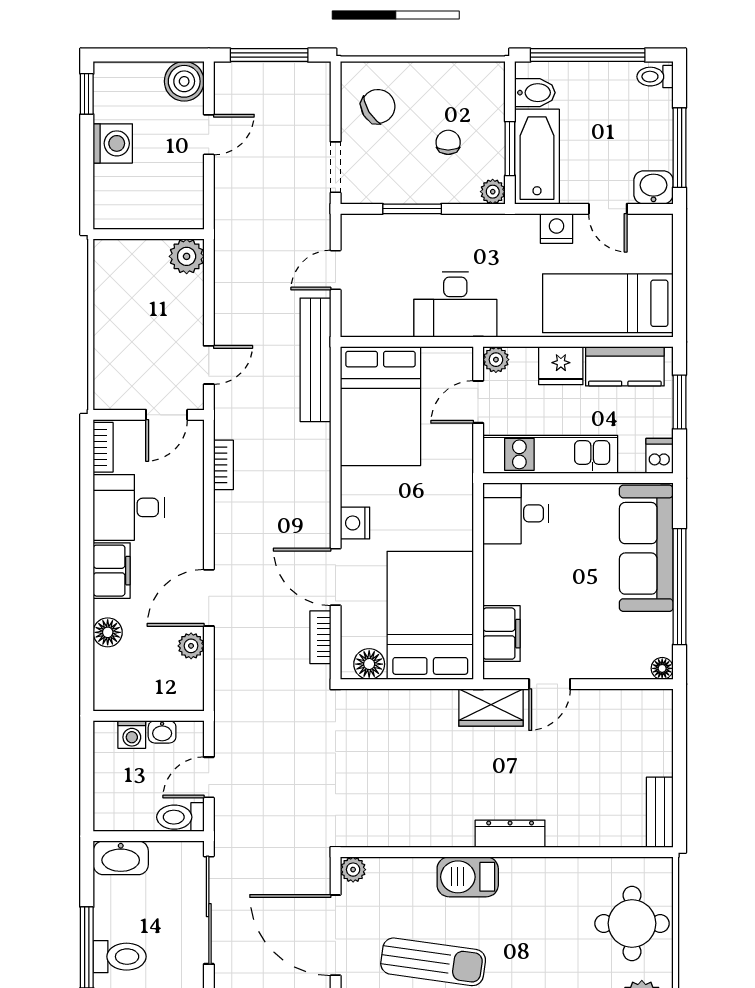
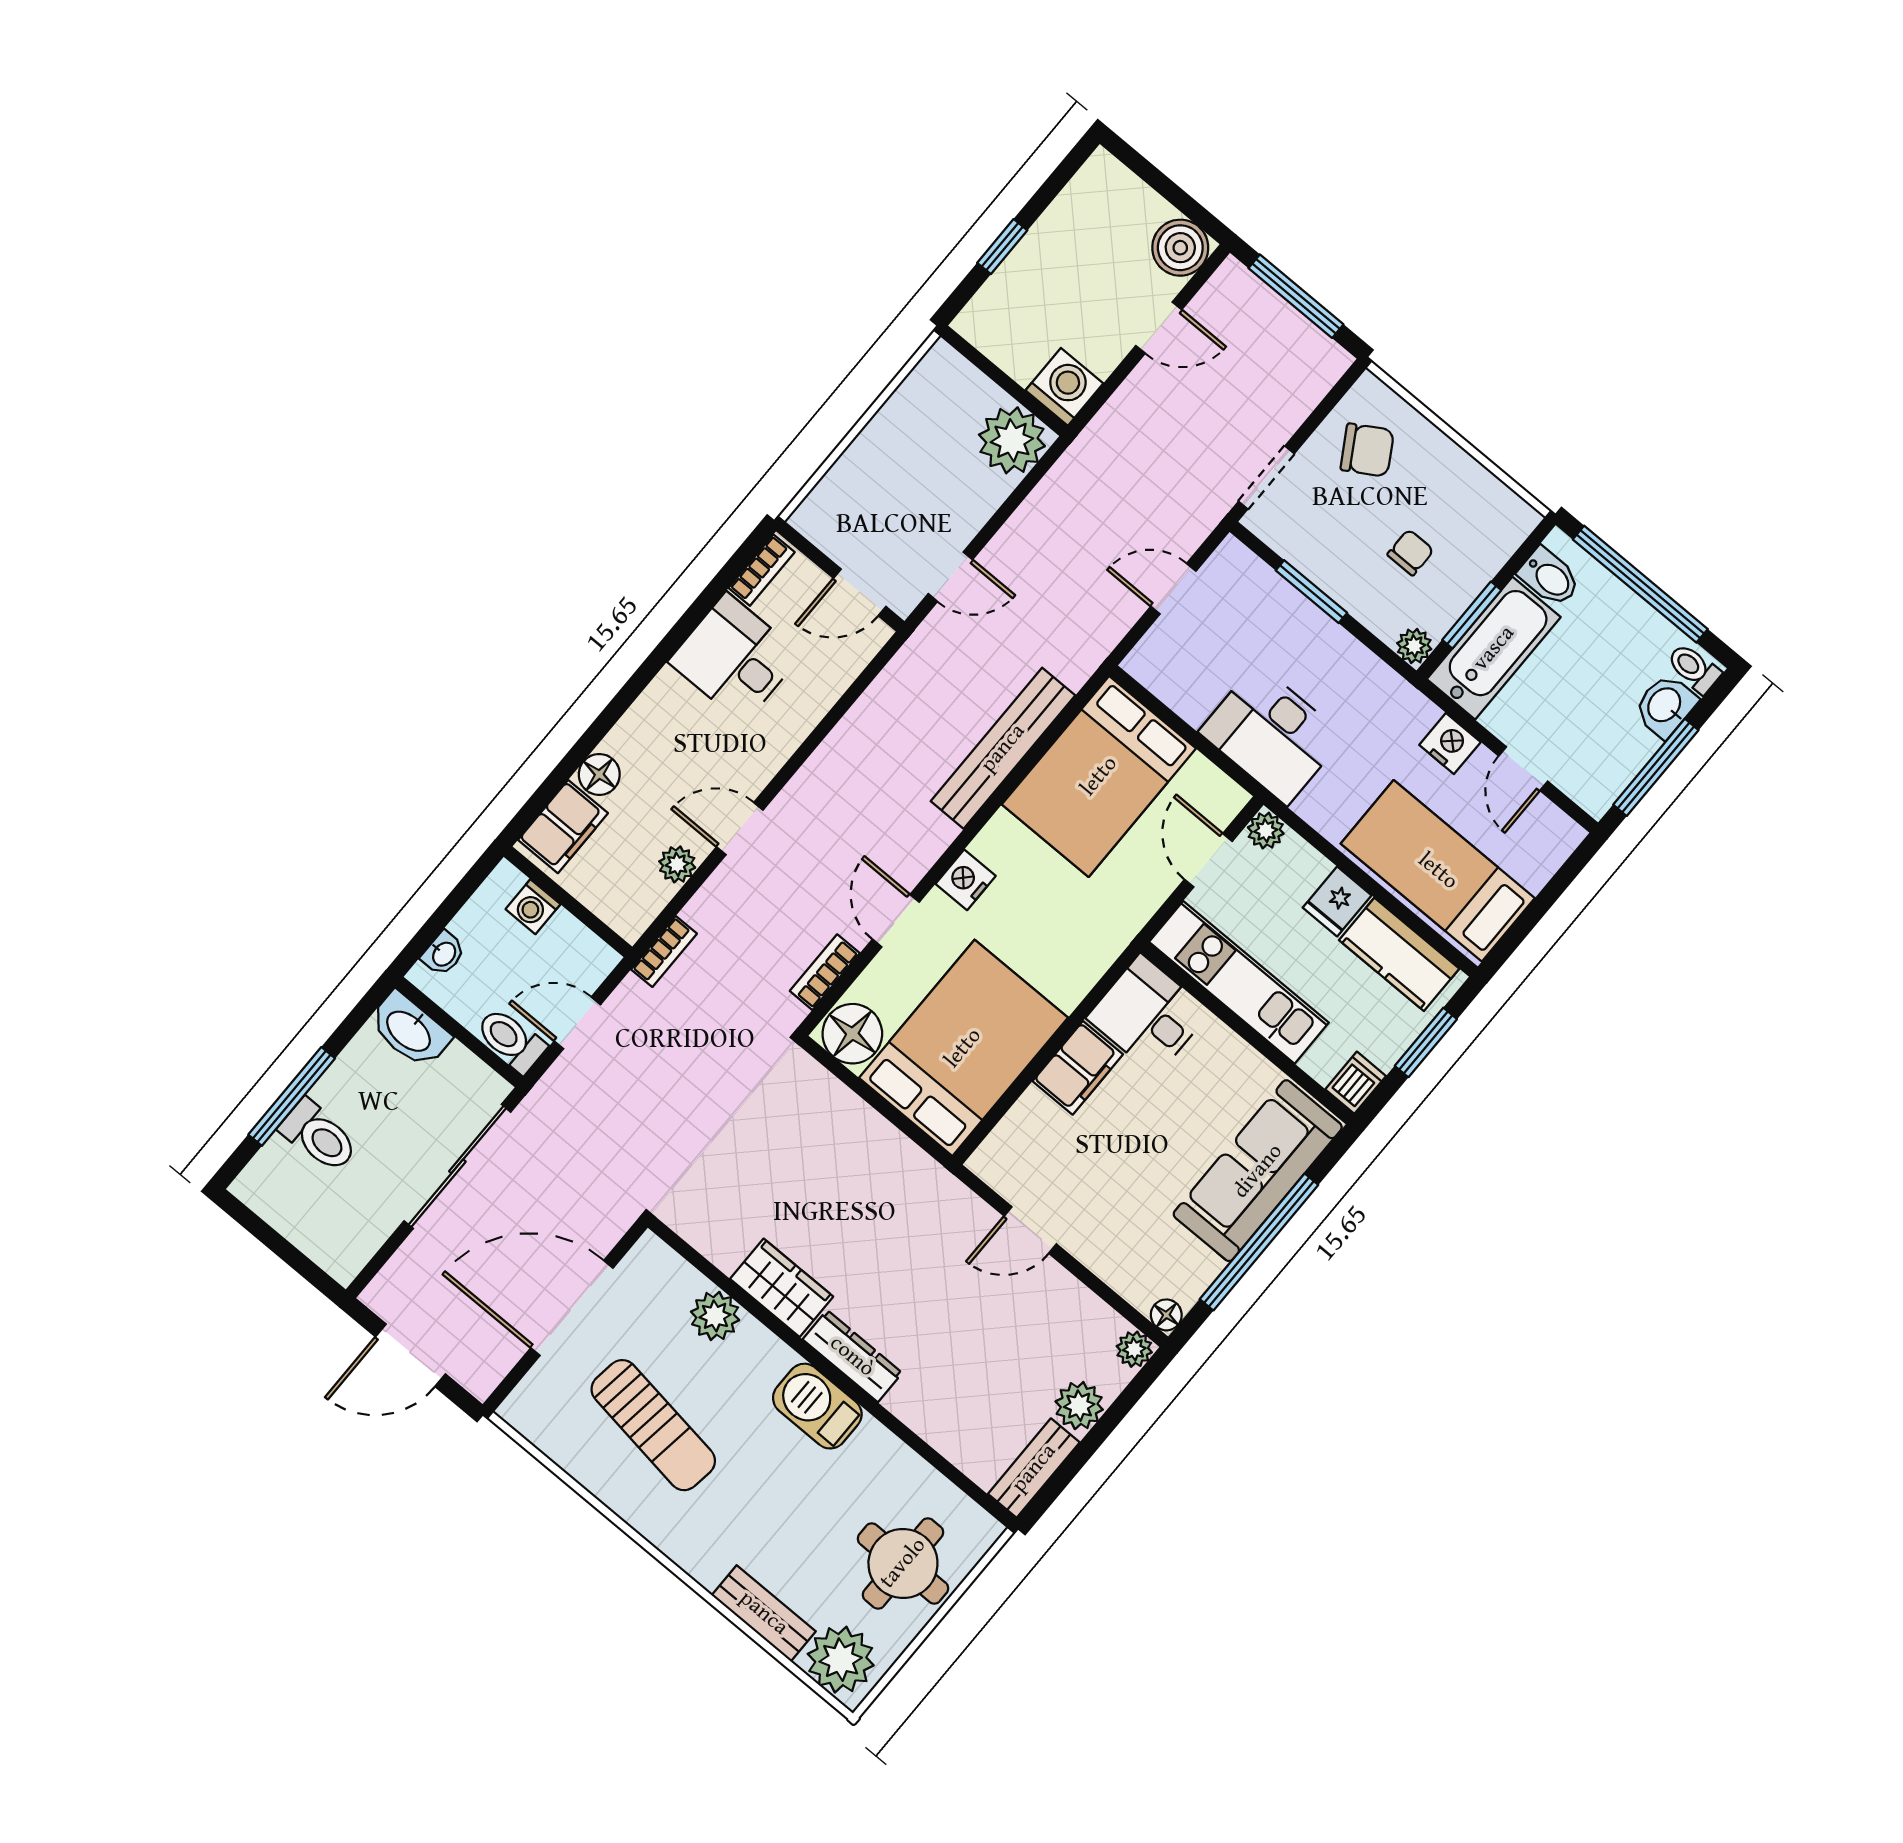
window: (87, 94) -> (1002, 247), moved
washing machine: (113, 143) -> (1064, 387), moved, turned -90
washbasin: (653, 187) -> (1665, 706), moved, turned -90
plant: (187, 256) -> (1012, 440), width x1.36, depth x1.36
bench: (315, 360) -> (1003, 748), moved
fridge: (561, 366) -> (1337, 901), width x0.72
door: (478, 402) -> (1208, 860), hinge flipped
bookcase: (223, 465) -> (664, 951), moved
filing cabinet: (112, 571) -> (563, 827), moved
door: (336, 577) -> (896, 921), width x0.73
door: (209, 598) -> (740, 829), width x0.73
filing cabinet: (502, 634) -> (1078, 1068), moved
floor lamp: (369, 664) -> (852, 1034), width x1.38, depth x1.38
plant: (660, 702) -> (1134, 1349), added
wardrobe: (491, 708) -> (782, 1288), moved, turned 180
washbasin: (162, 732) -> (443, 954), moved, turned -90
plant: (656, 757) -> (1079, 1406), added
plant: (353, 870) -> (715, 1316), moved, width x1.38, depth x1.38
barbecue: (468, 877) -> (817, 1406), moved
door: (336, 935) -> (572, 1308), hinge flipped

